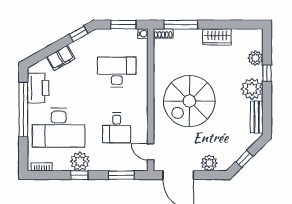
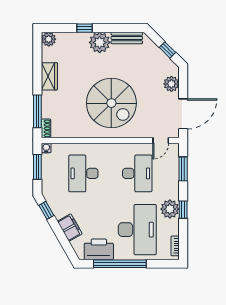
plant: (255, 58) -> (49, 39), moved
desk: (117, 128) -> (137, 173), width x1.37

